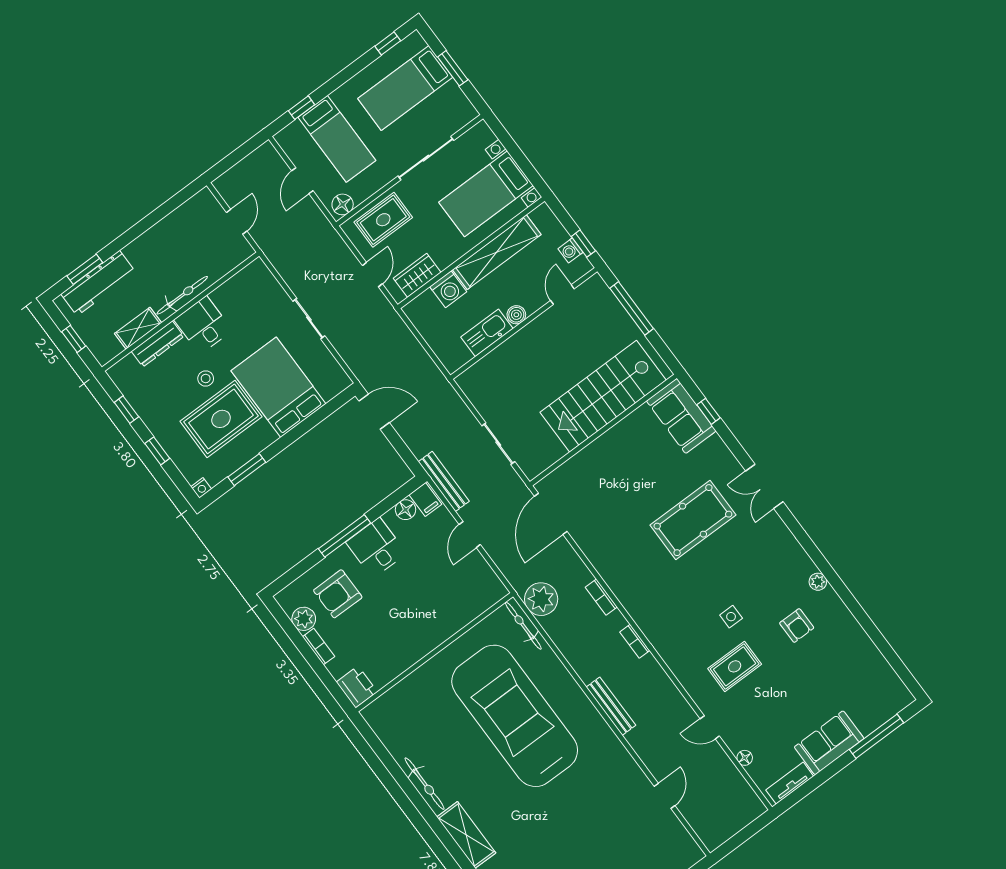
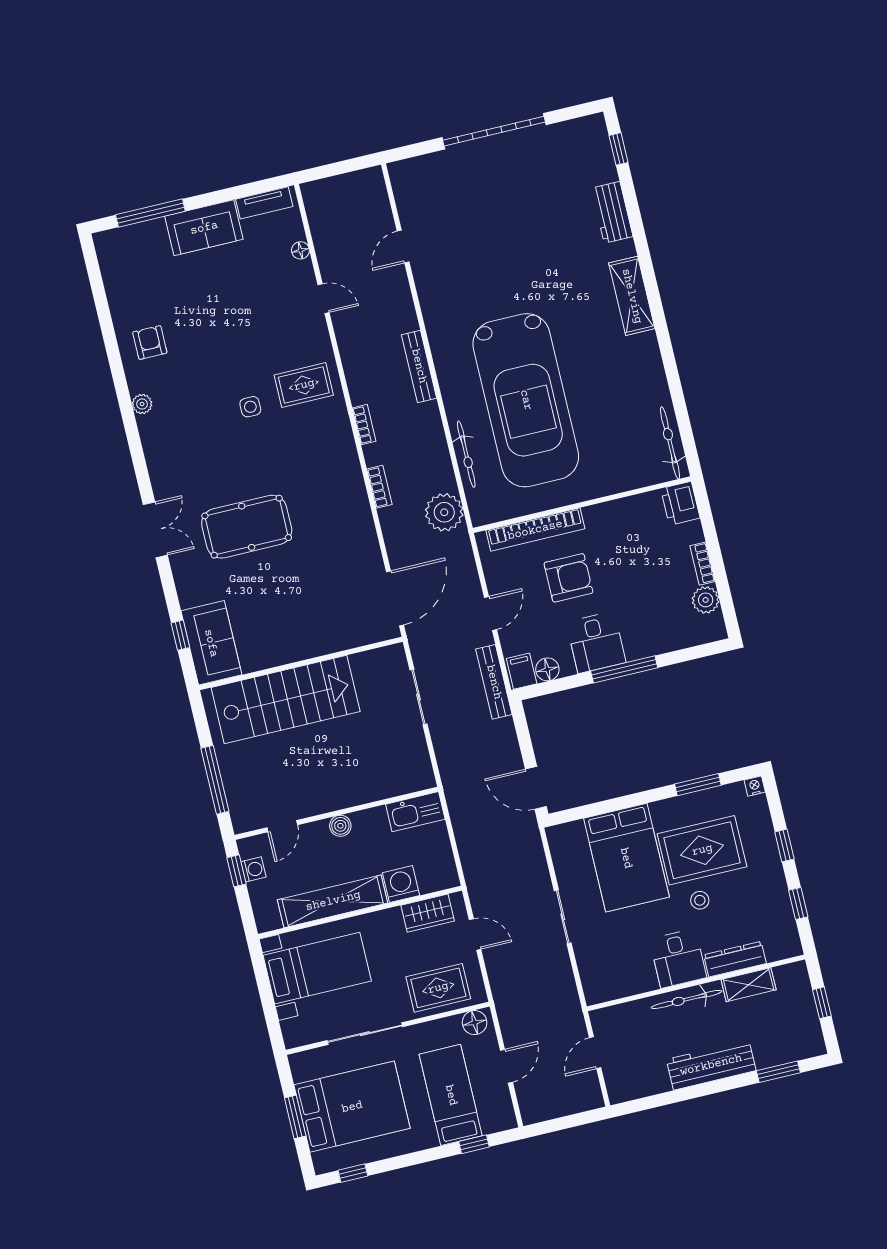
bed: (405, 88) -> (352, 1107), width x1.50
door: (372, 275) -> (475, 934), swing flipped
workbench: (98, 283) -> (711, 1065), moved
kitchen sink: (487, 333) -> (415, 812), moved
armchair: (338, 594) -> (568, 578), moved
bookcase: (463, 617) -> (535, 530), added
bicycle: (523, 626) -> (466, 454), moved
armchair: (797, 626) -> (150, 343), moved
rug: (735, 666) -> (304, 385), moved
bicycle: (425, 784) -> (670, 443), moved

